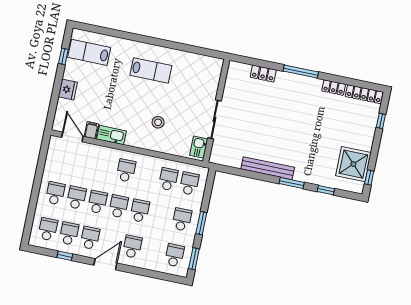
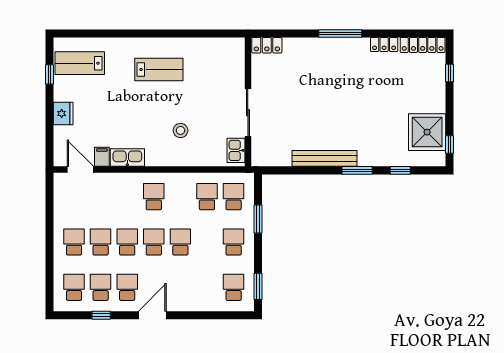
locker: (263, 74) -> (267, 45), moved
window: (201, 223) -> (258, 219), moved
school desk: (132, 247) -> (180, 287), removed

